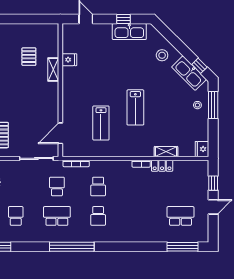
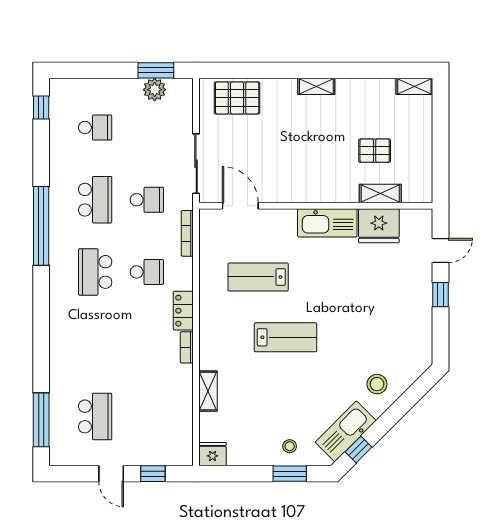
window: (123, 19) -> (441, 295), moved
kitchen sink: (129, 32) -> (327, 223), moved, turned -90
fridge: (69, 60) -> (379, 226), width x1.88, depth x1.34
shelving: (53, 69) -> (380, 193), moved
window: (213, 105) -> (290, 474), width x0.69
lab bench: (135, 107) -> (285, 337), turned 180
locker: (162, 166) -> (183, 311), moved
school desk: (98, 186) -> (147, 272), turned 180
school desk: (98, 216) -> (95, 272), width x1.85

